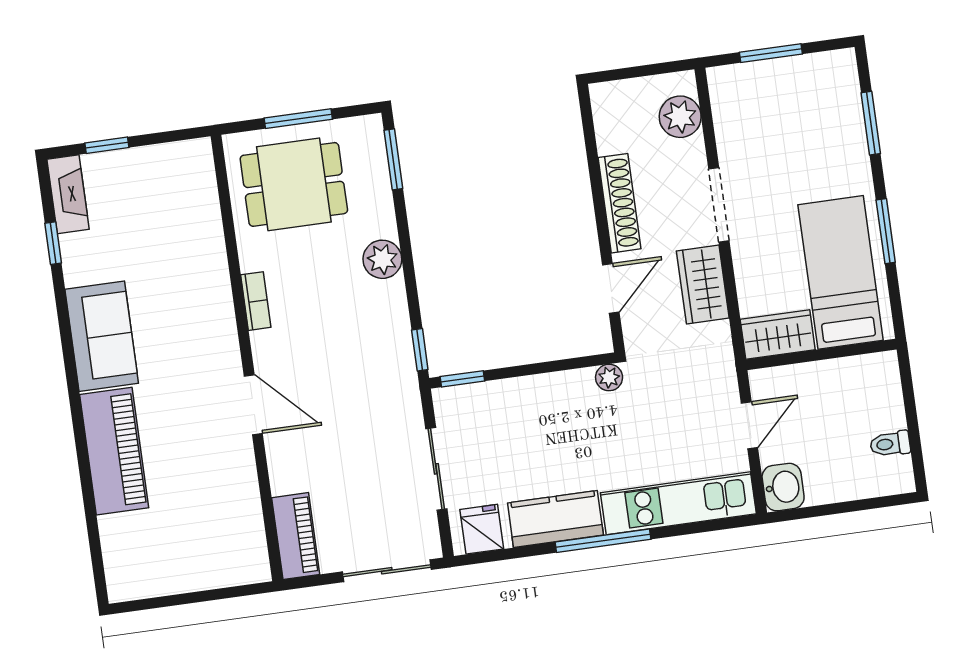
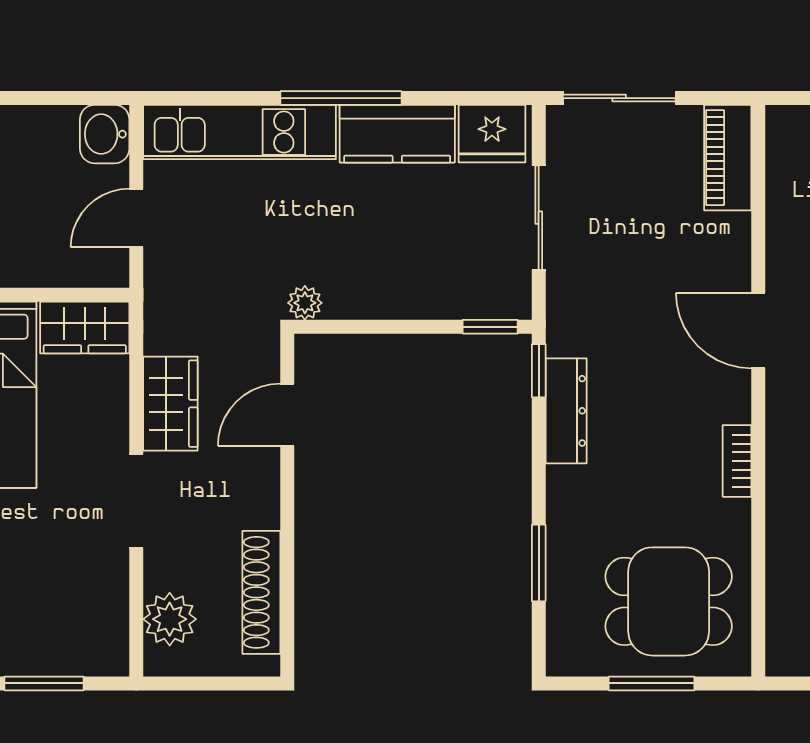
window: (393, 159) -> (539, 563), moved
shoe rack: (619, 203) -> (261, 592), moved
plant: (382, 259) -> (570, 491), removed
dresser: (394, 322) -> (566, 411), added
fridge: (482, 529) -> (492, 134), width x1.38

